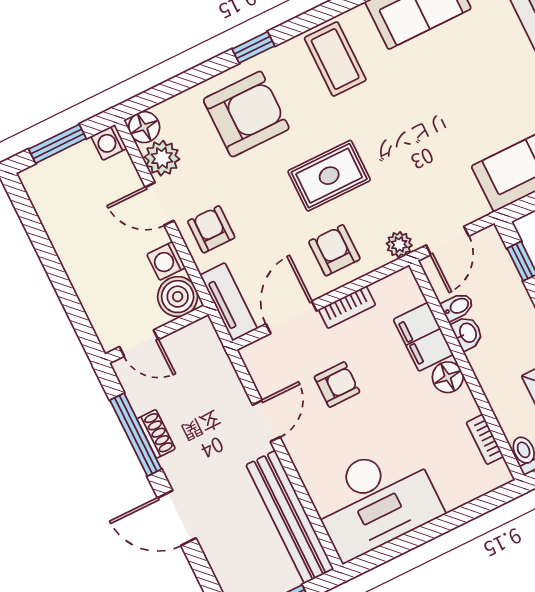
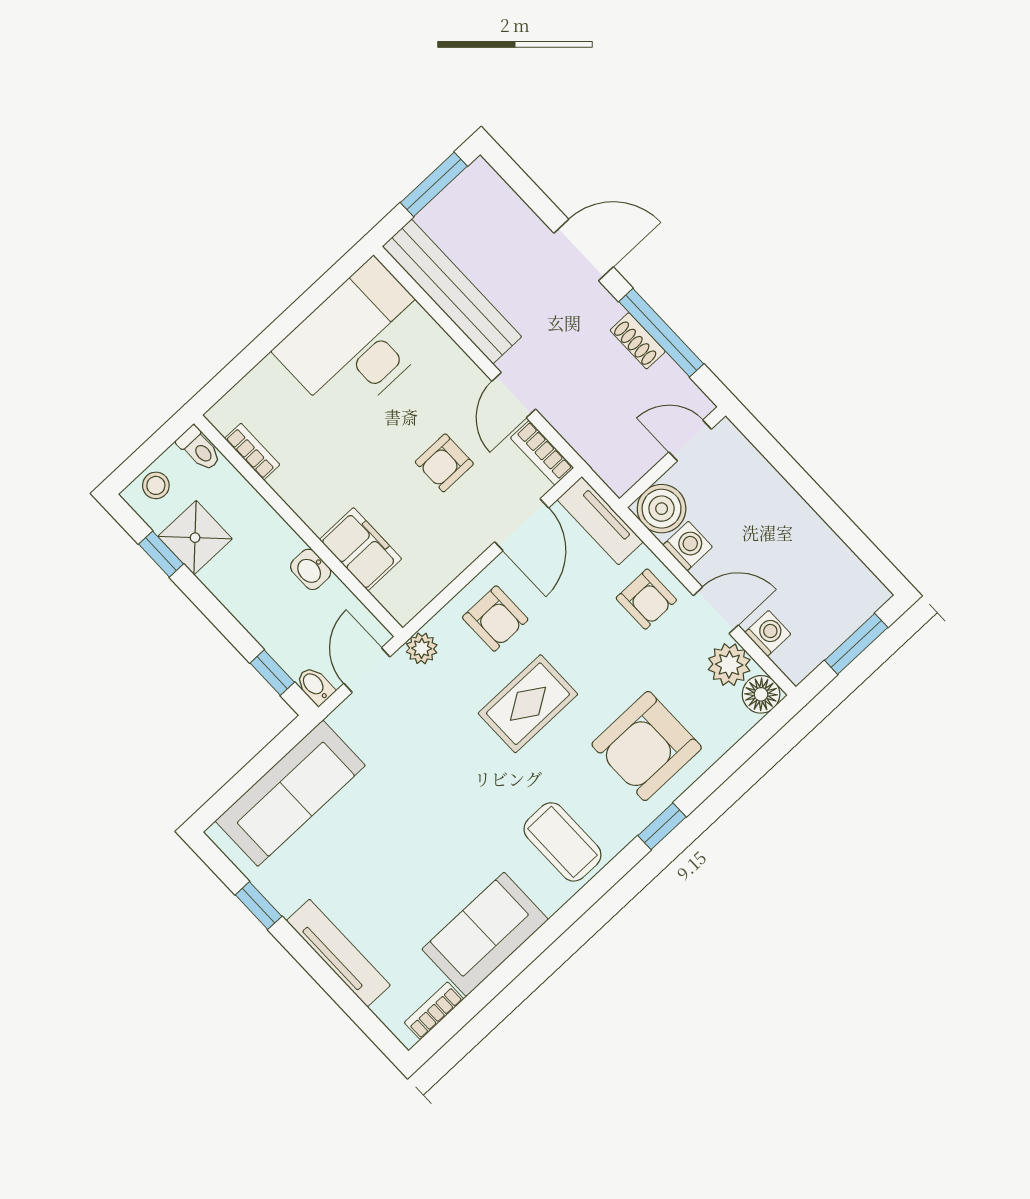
washing machine: (109, 142) -> (768, 633), moved
bookcase: (347, 307) -> (542, 453), moved, turned -90
bidet: (457, 307) -> (315, 686), moved, turned 90
floor lamp: (448, 377) -> (318, 511), removed

